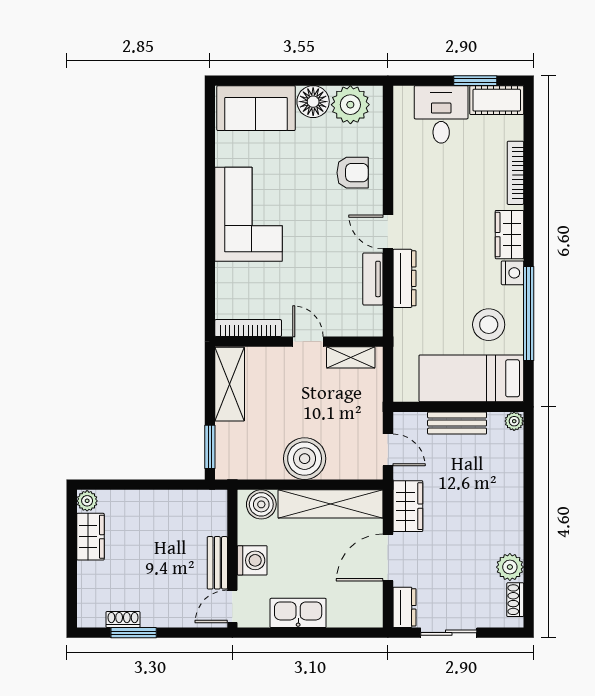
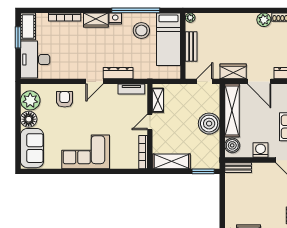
desk: (441, 114) -> (35, 60), width x1.37
tv unit: (373, 279) -> (131, 89), moved
bench: (217, 563) -> (238, 168), moved

